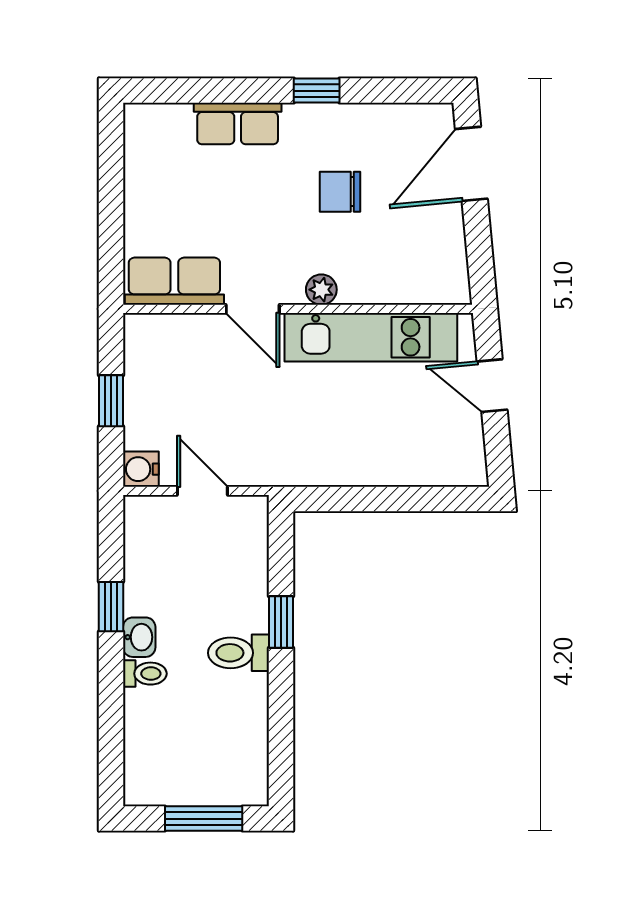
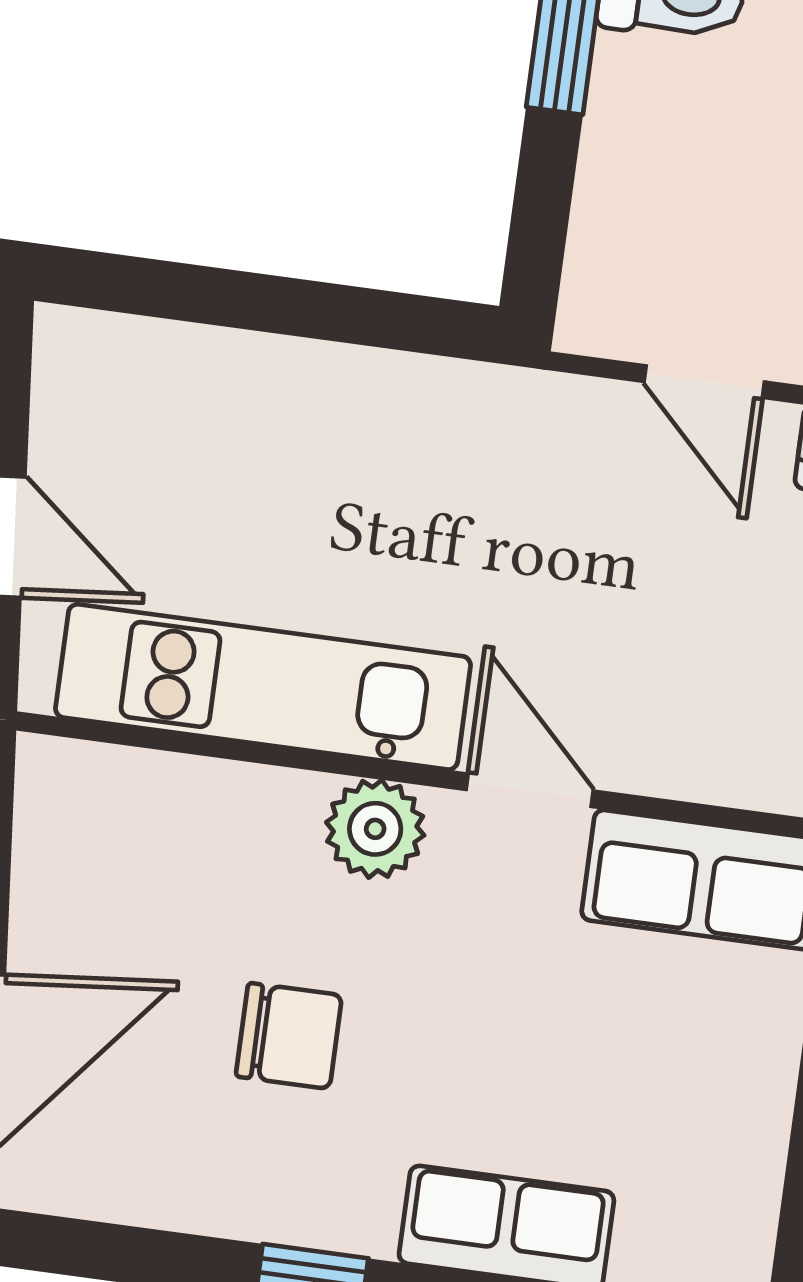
plant: (321, 290) -> (375, 829), width x1.38, depth x1.38

